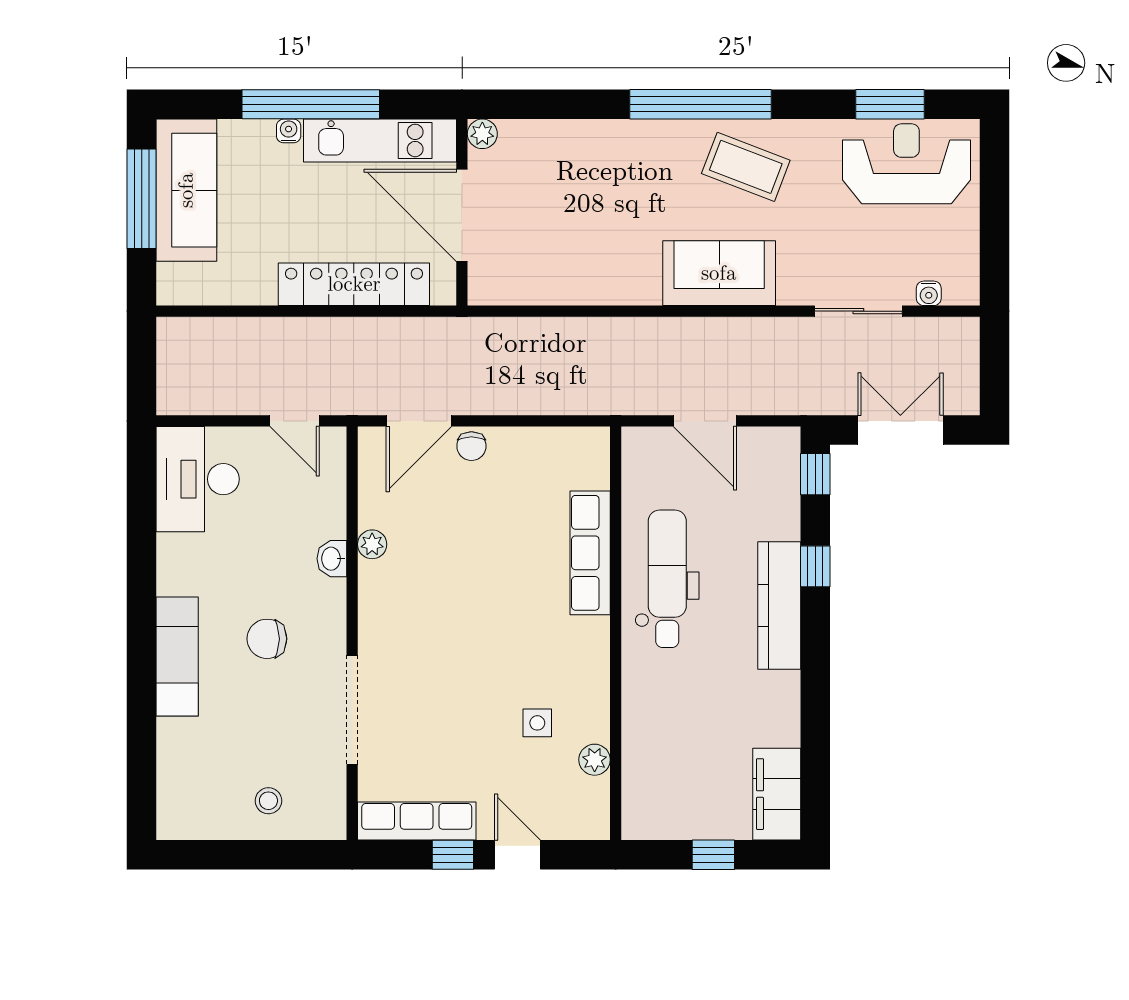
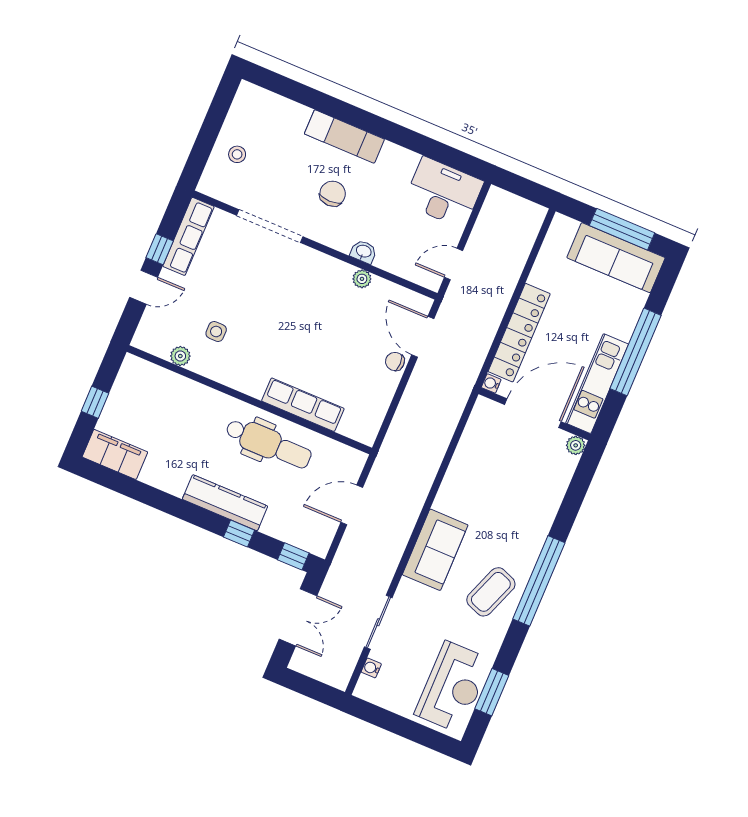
water cooler: (289, 131) -> (491, 383), moved, turned 180

